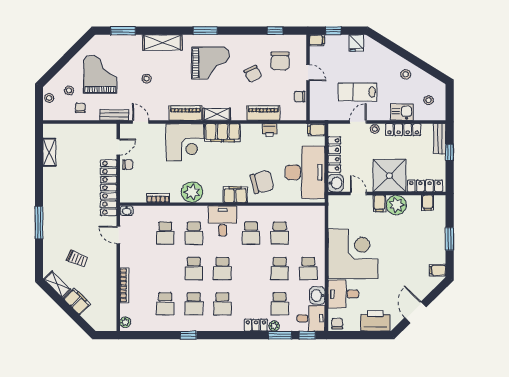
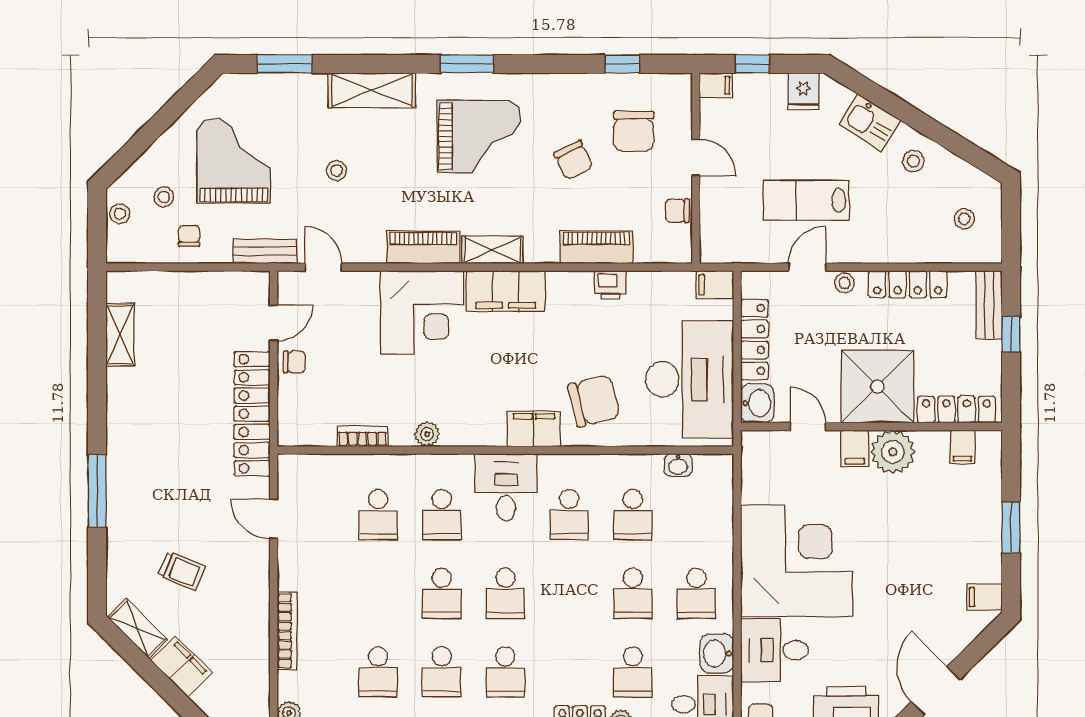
kitchen sink: (402, 112) -> (870, 123), moved, turned -148
plant: (192, 192) -> (427, 434), width x0.53, depth x0.53
washbasin: (127, 211) -> (678, 465), moved

